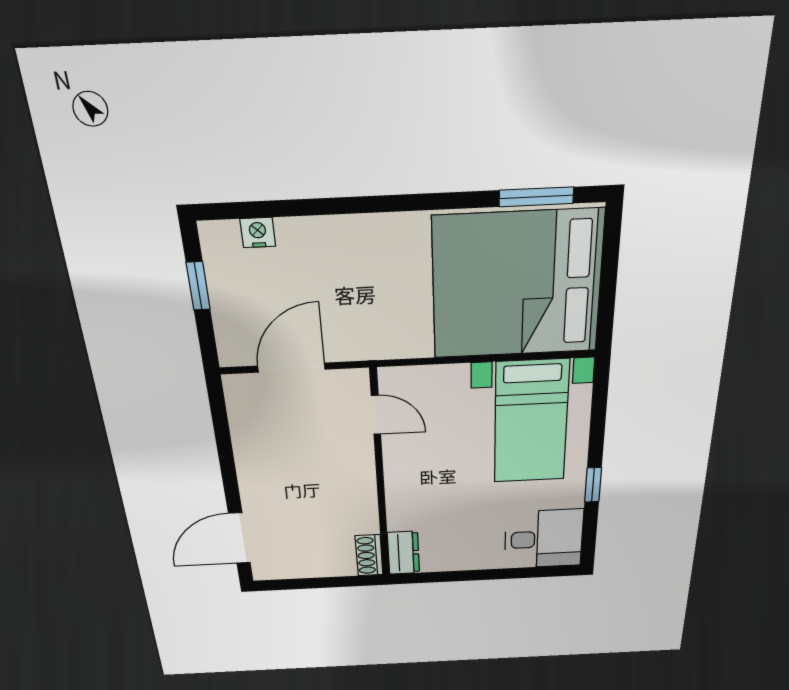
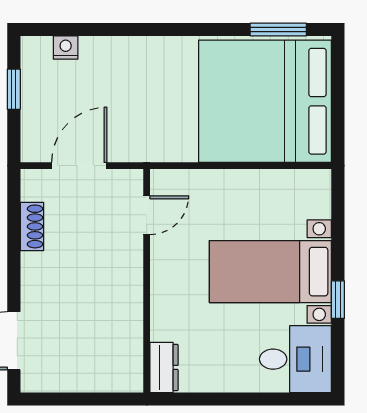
door: (376, 415) -> (147, 215), hinge flipped
bed with nightstands: (531, 422) -> (270, 272), moved, turned 90
shoe rack: (369, 555) -> (32, 226), moved, turned 180

